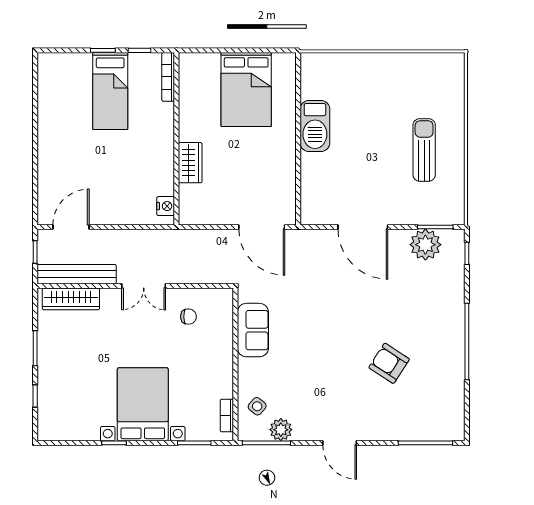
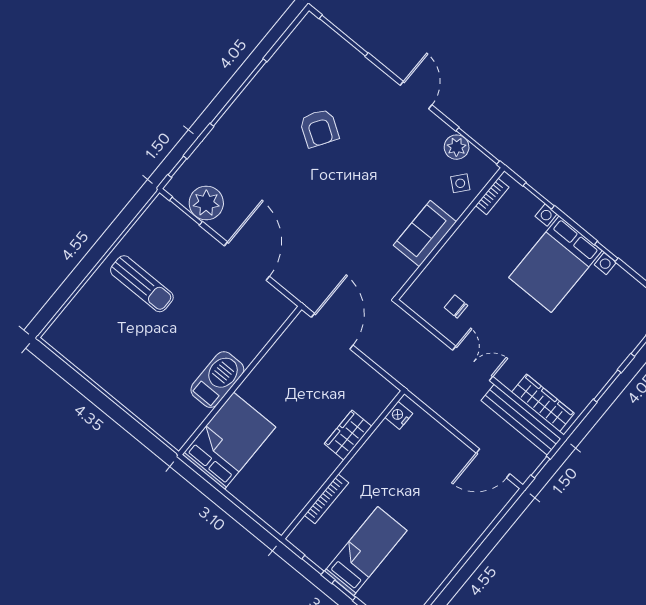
bookcase: (168, 77) -> (326, 499), moved
bed: (246, 89) -> (229, 441), moved
sun lounger: (424, 150) -> (142, 284), turned -90
sofa: (253, 330) -> (425, 234), moved

